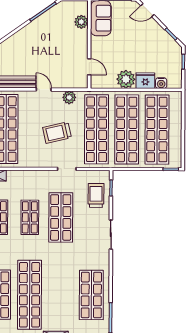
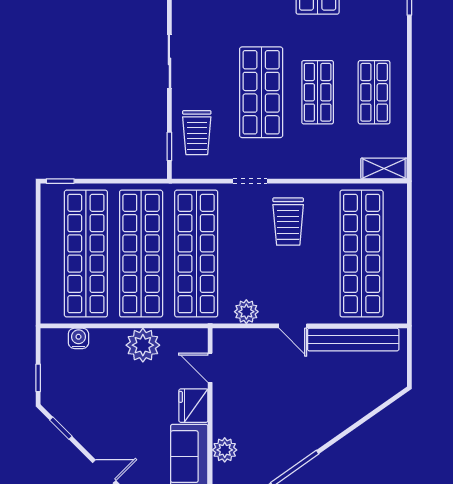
fridge: (145, 81) -> (193, 406), moved, turned 90
trolley: (57, 133) -> (288, 222), moved, turned 103

